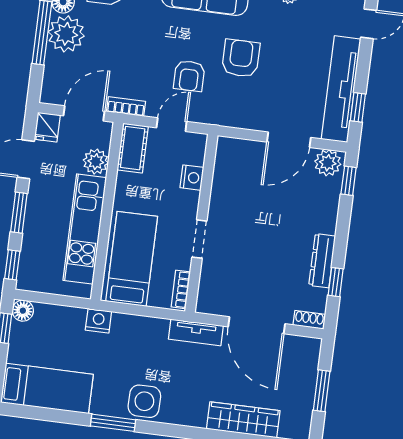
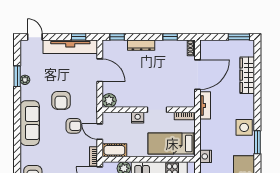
armchair: (241, 58) -> (61, 100), turned -90
plant: (328, 163) -> (109, 100), moved
nightstand: (192, 178) -> (138, 118), moved
dresser: (322, 261) -> (141, 45), moved
window: (322, 391) -> (239, 37), moved

